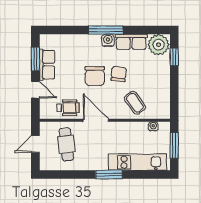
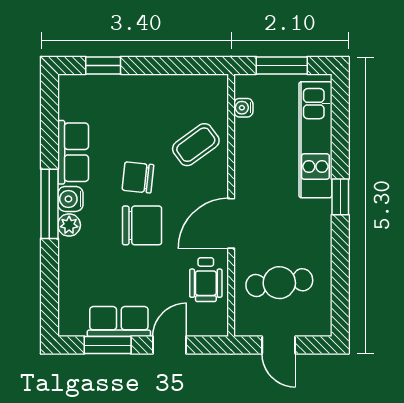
plant: (159, 45) -> (69, 225), moved, width x0.53, depth x0.53
wheelchair: (68, 108) -> (206, 280), turned 180
window: (109, 175) -> (340, 197), width x0.67

